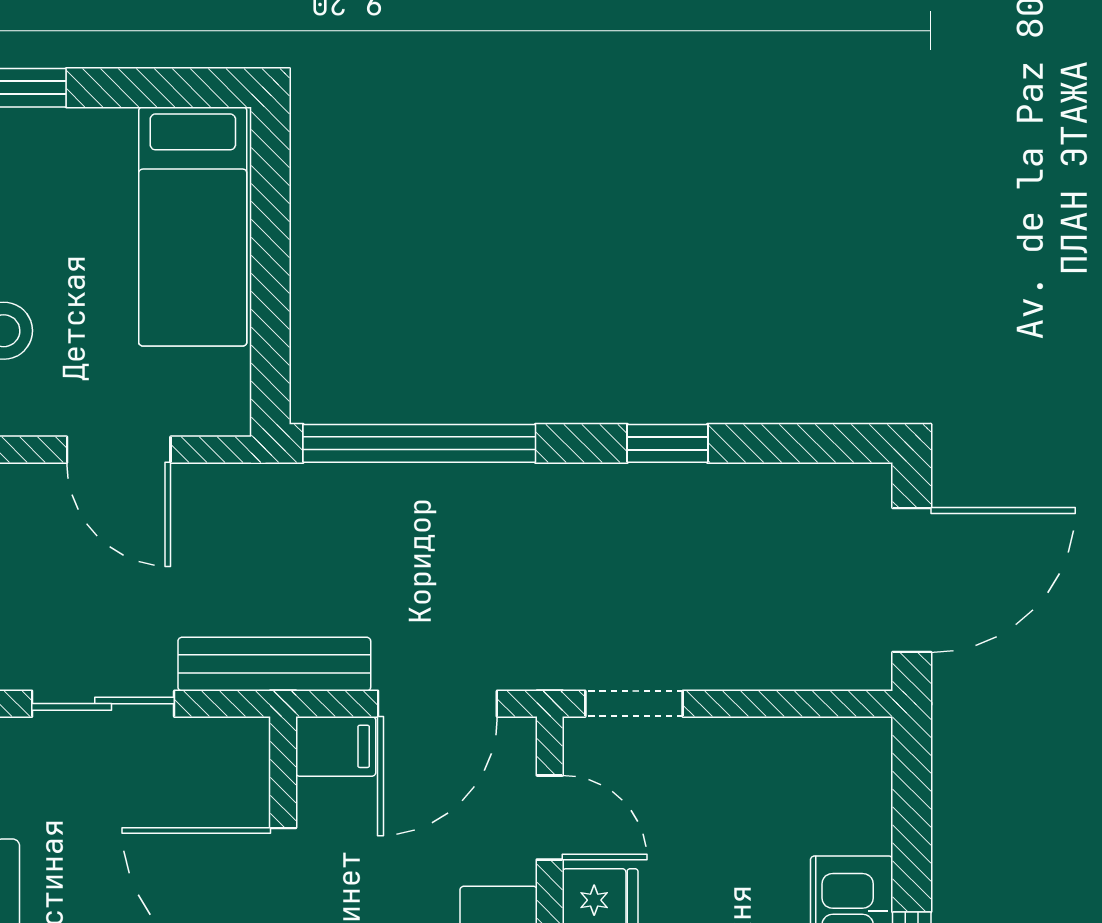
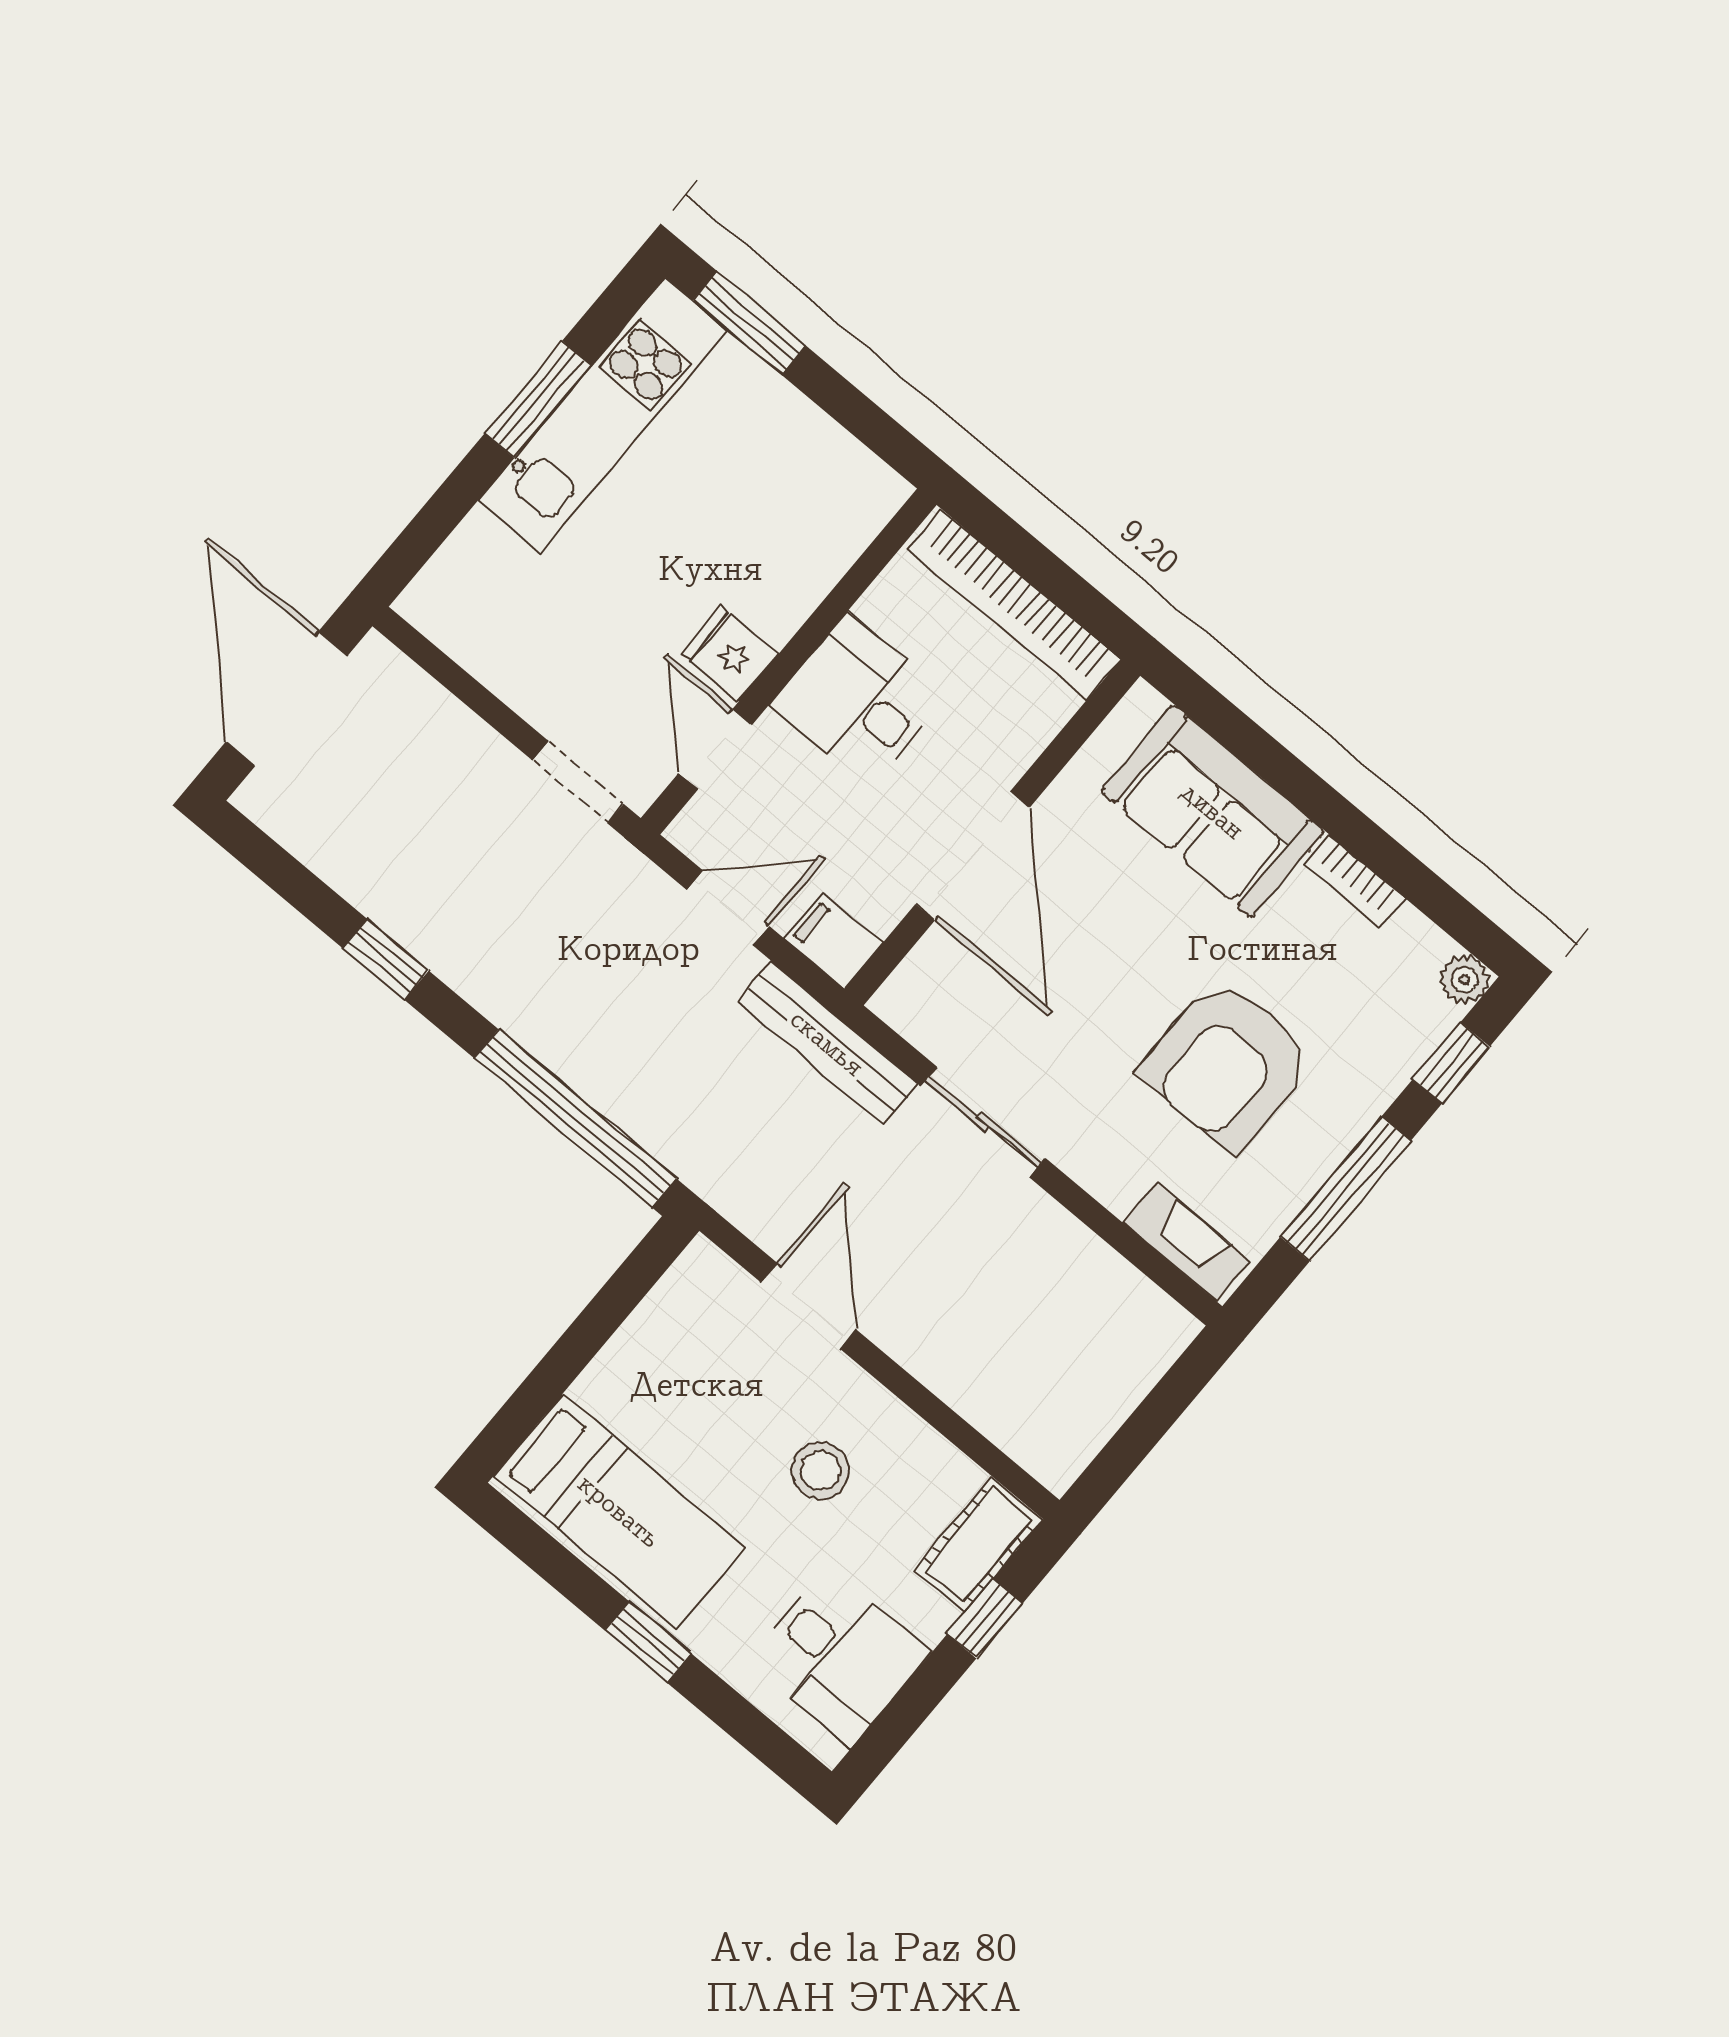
bed: (193, 226) -> (619, 1511), moved, turned 90
door: (912, 580) -> (287, 699), hinge flipped
door: (437, 704) -> (728, 908), width x0.73

